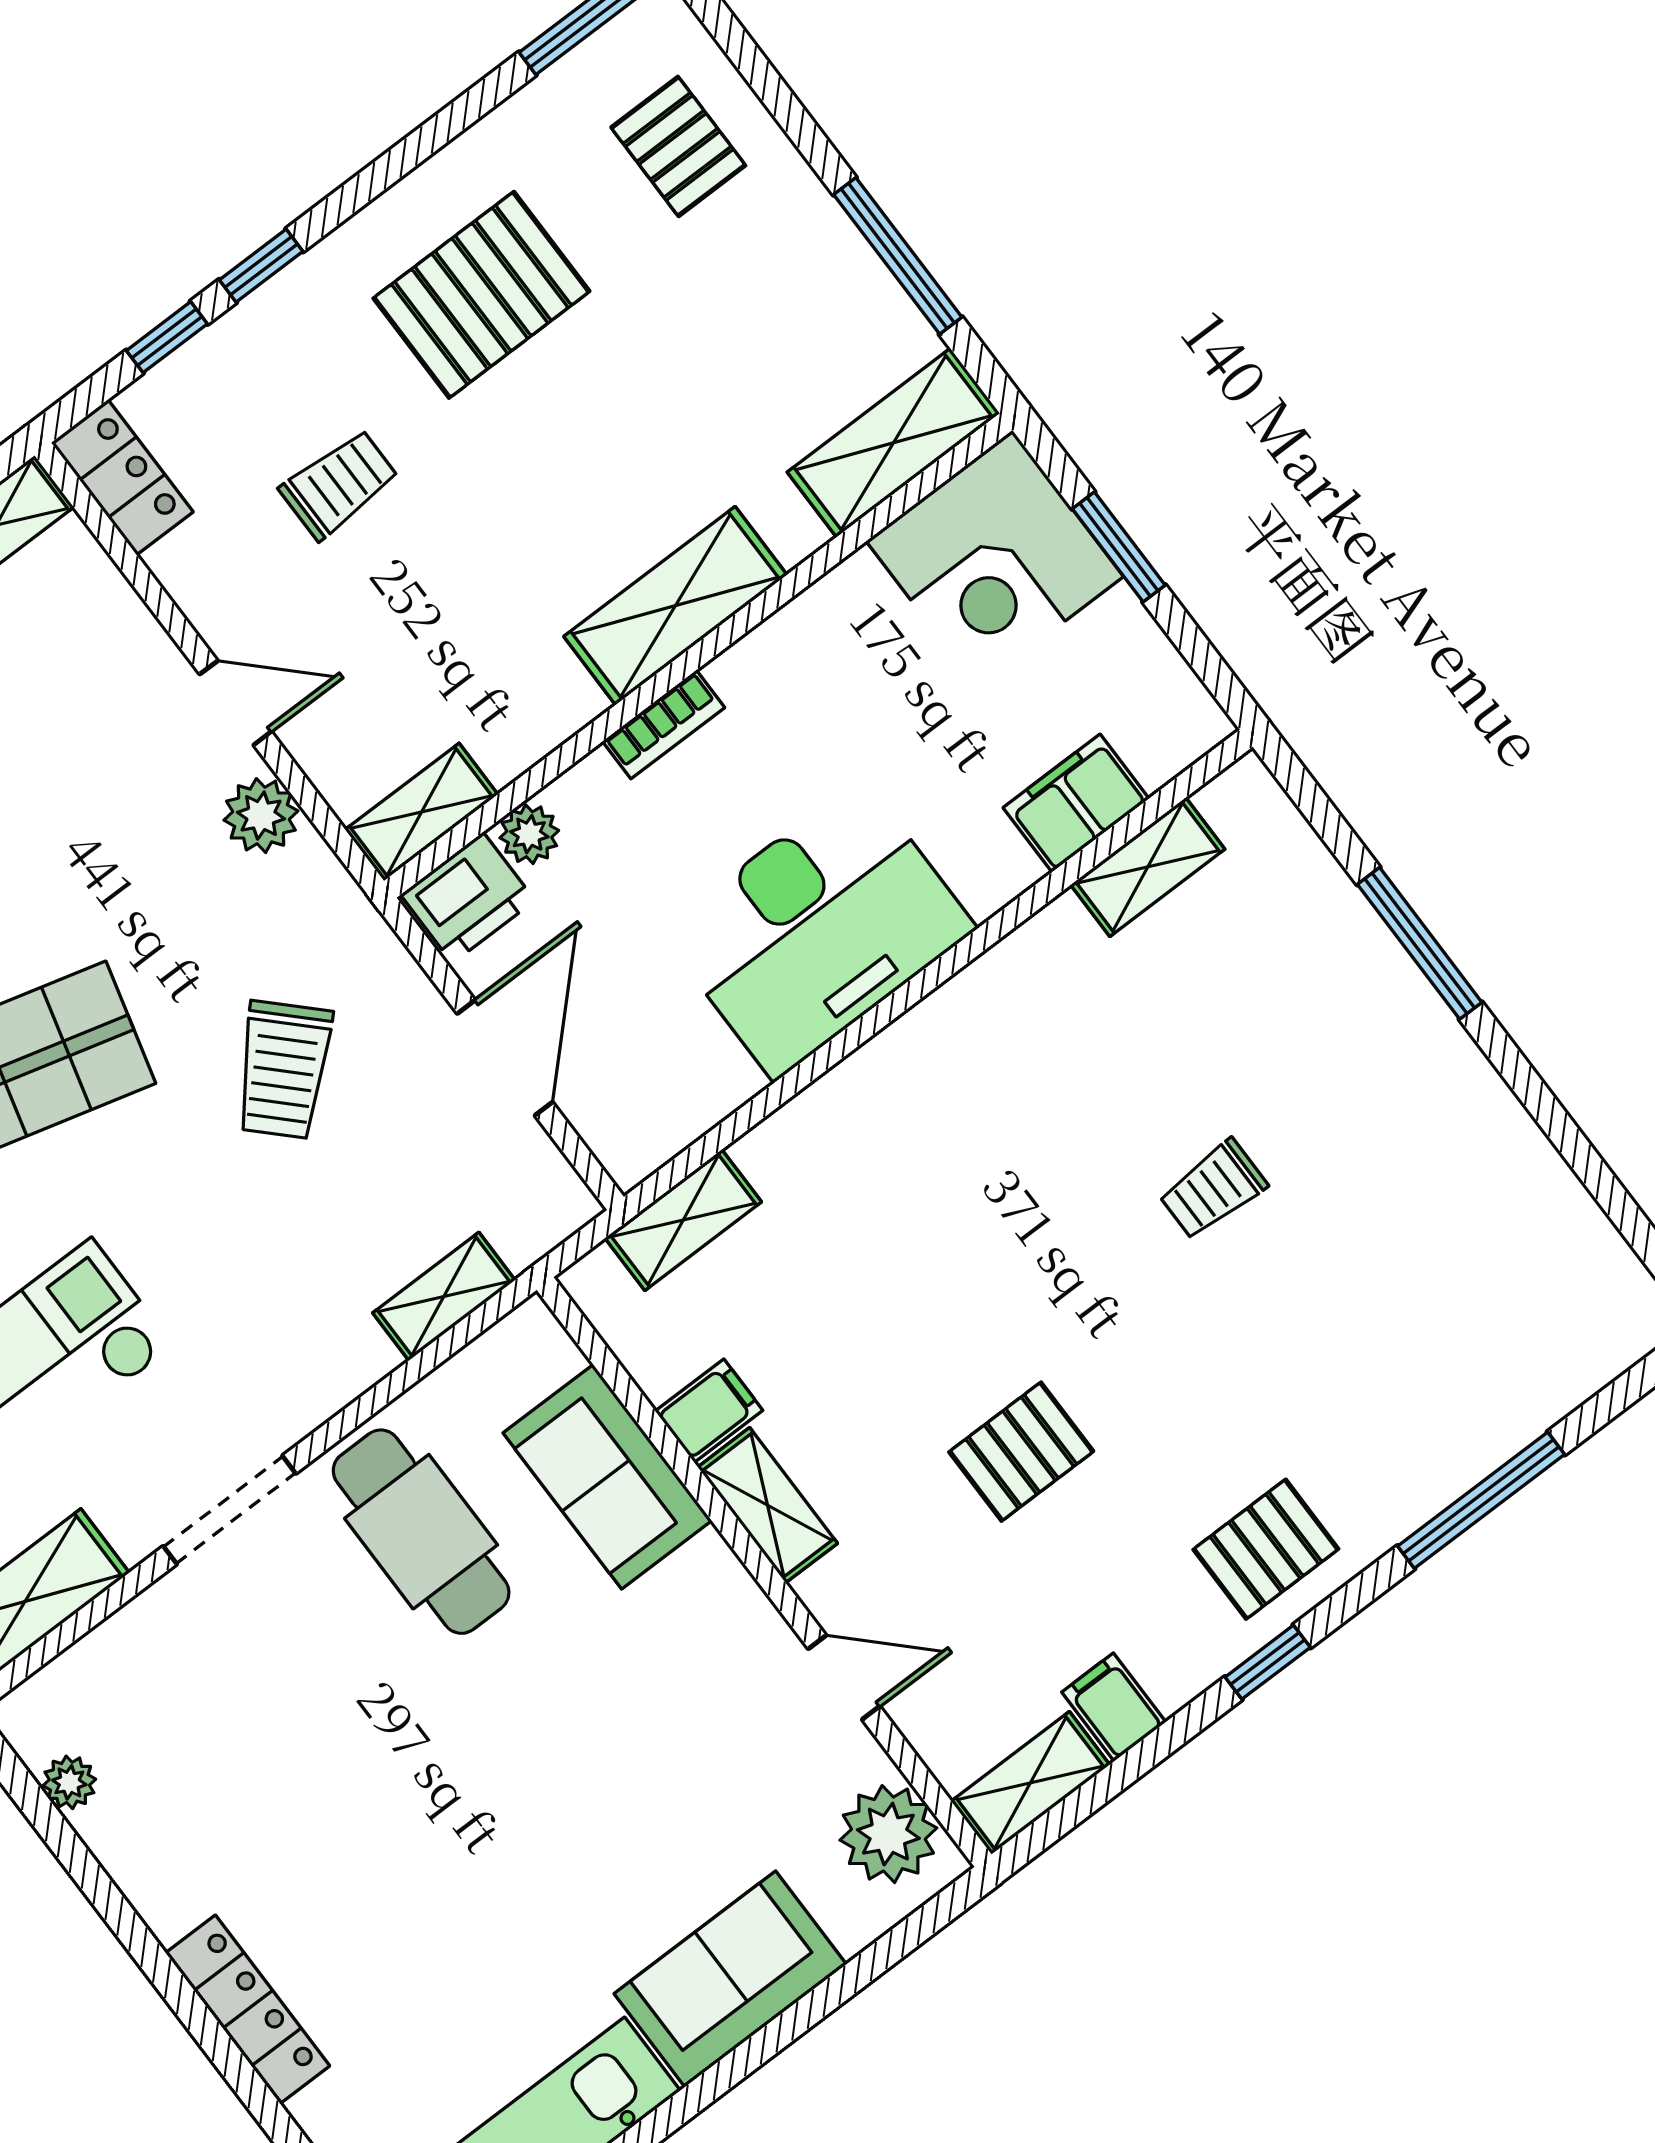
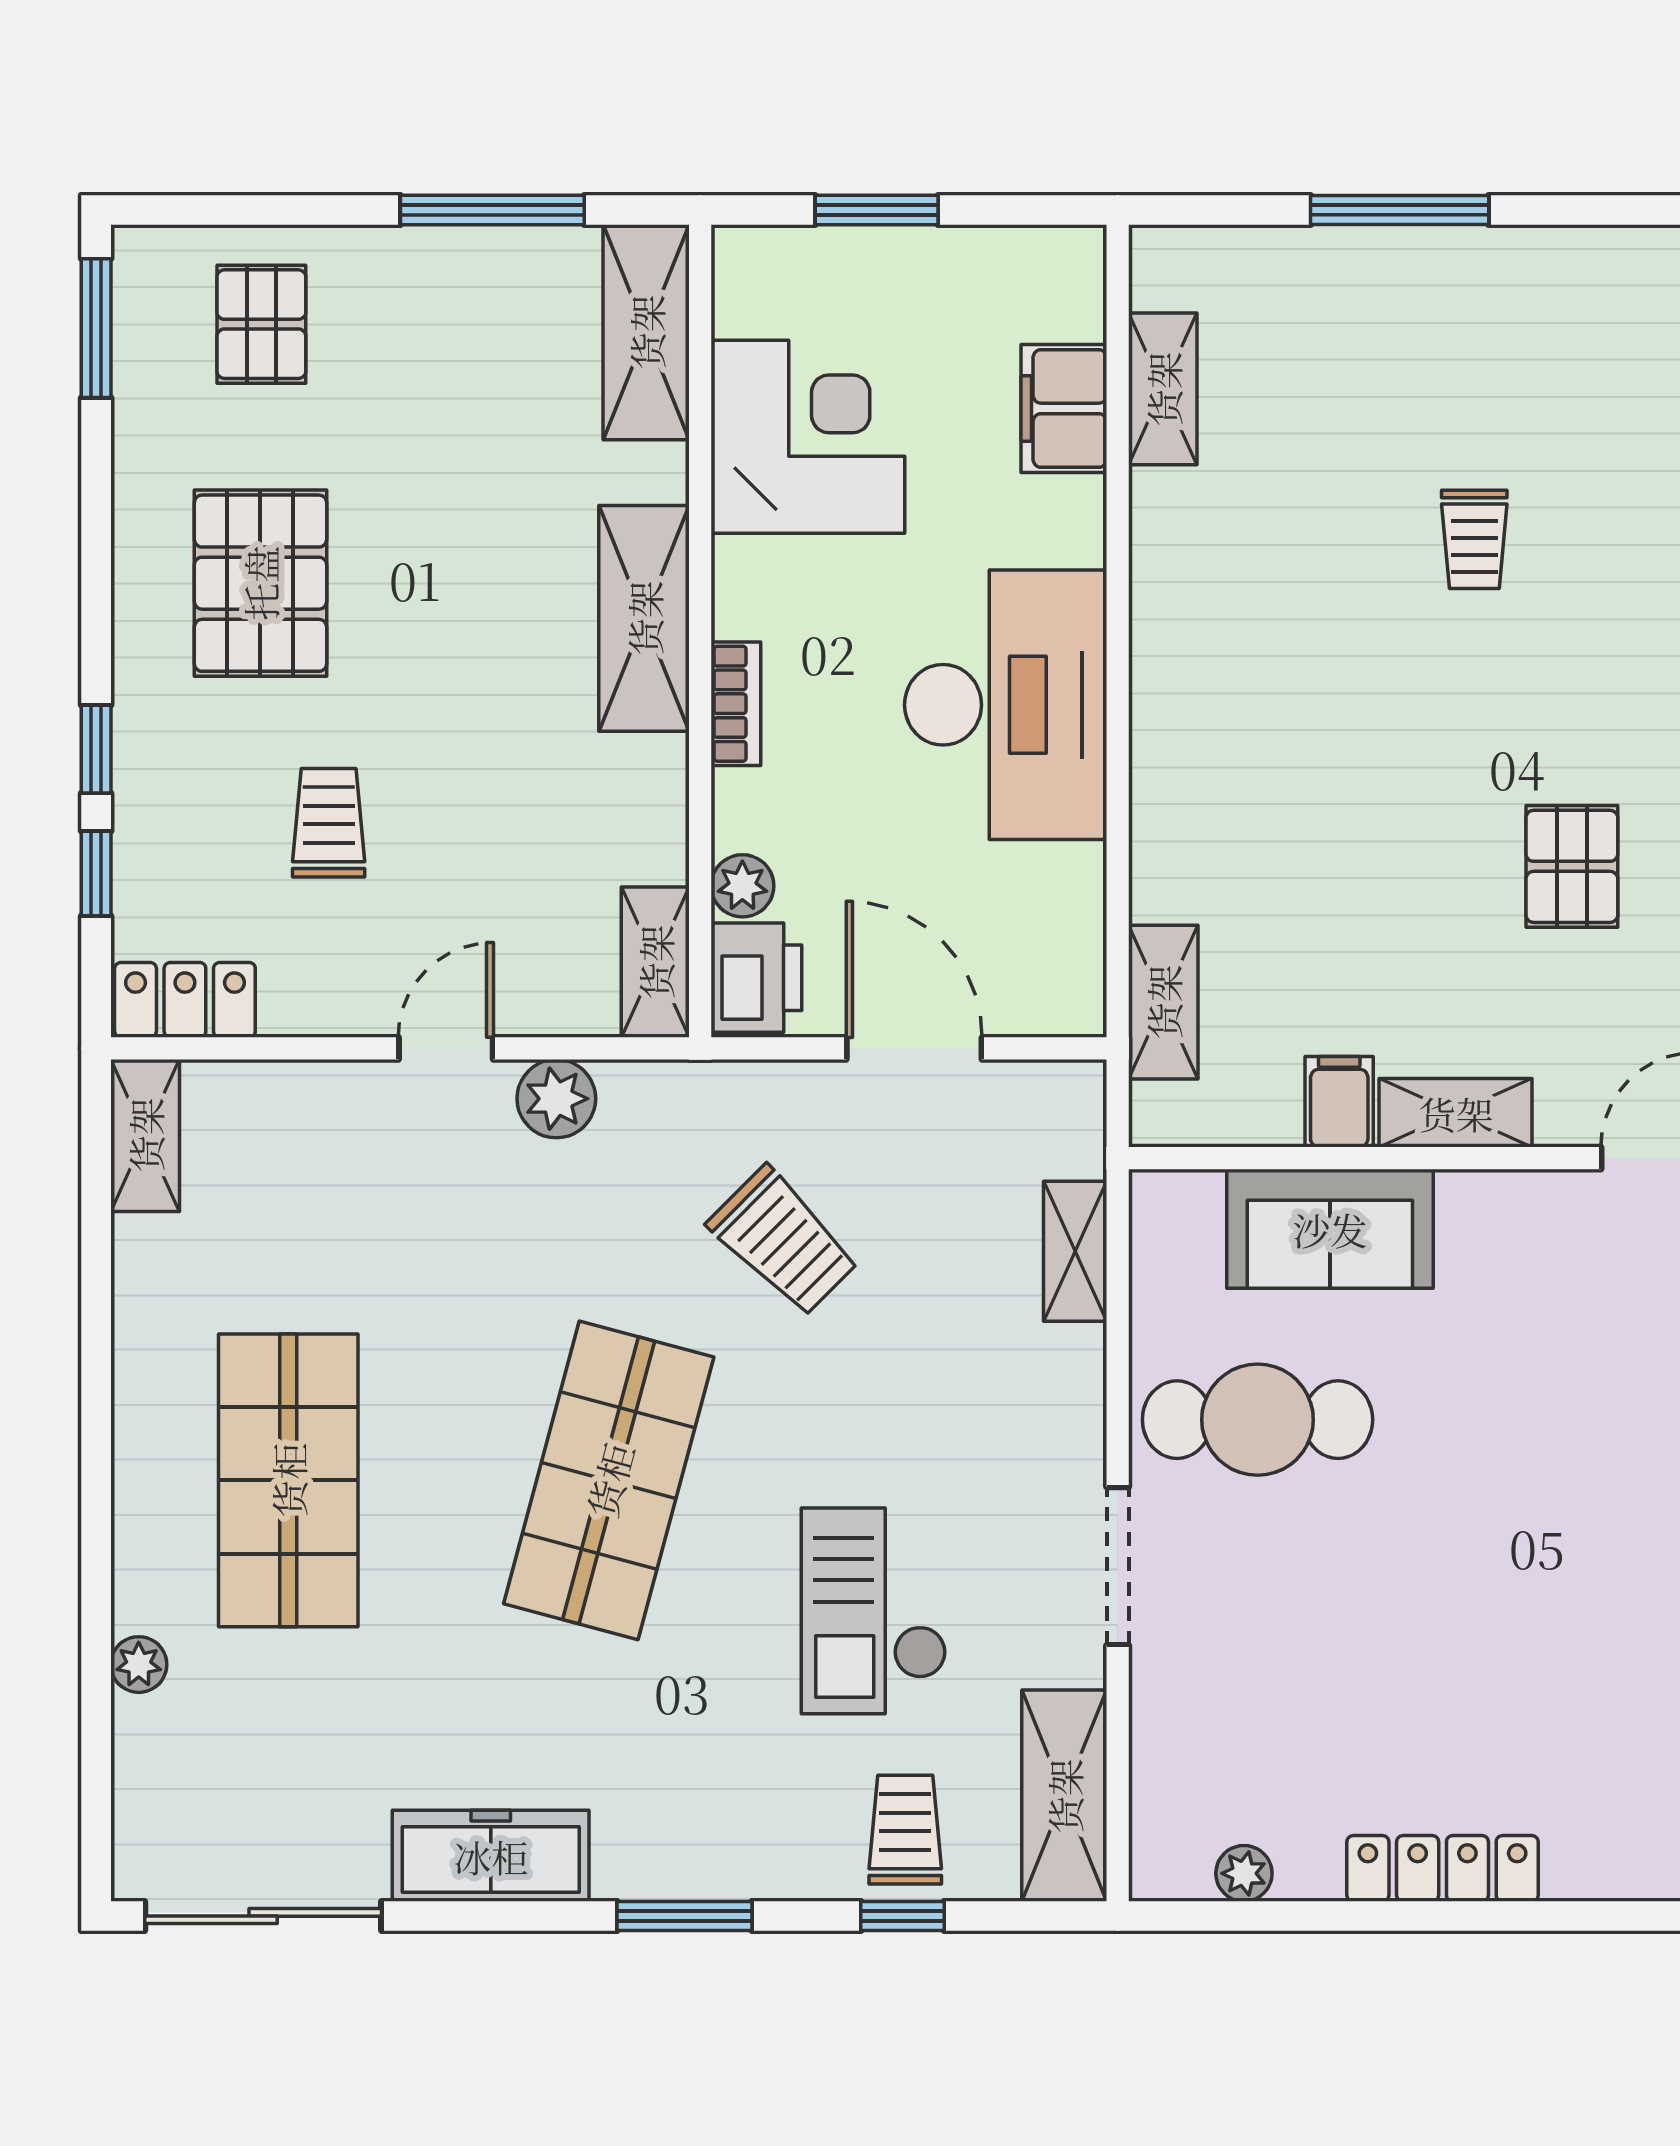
pallet: (678, 146) -> (261, 324), turned 90
corner desk: (995, 559) -> (808, 437), moved, turned -90
locker: (248, 2009) -> (1443, 1868), moved

